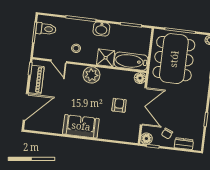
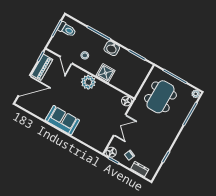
dining table: (174, 59) -> (160, 97), width x0.73, depth x0.80
bathtub: (131, 61) -> (125, 84), removed
armchair: (119, 105) -> (100, 116), removed
double door: (143, 106) -> (120, 125), width x0.73

